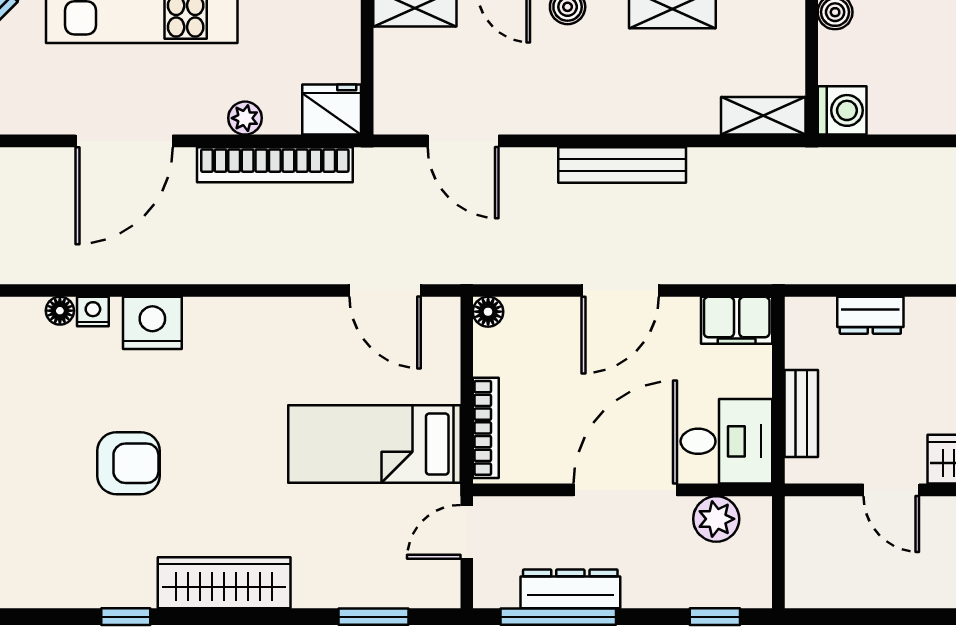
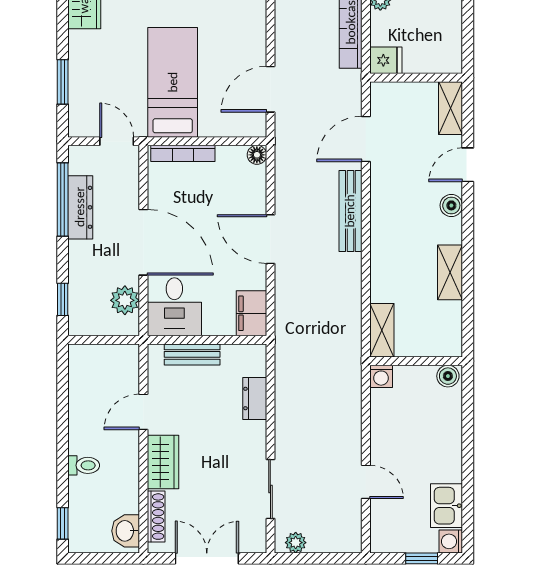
fridge: (332, 110) -> (386, 60), width x0.72
washing machine: (842, 110) -> (381, 376), width x0.73, depth x0.73
bench: (622, 165) -> (350, 211), moved

